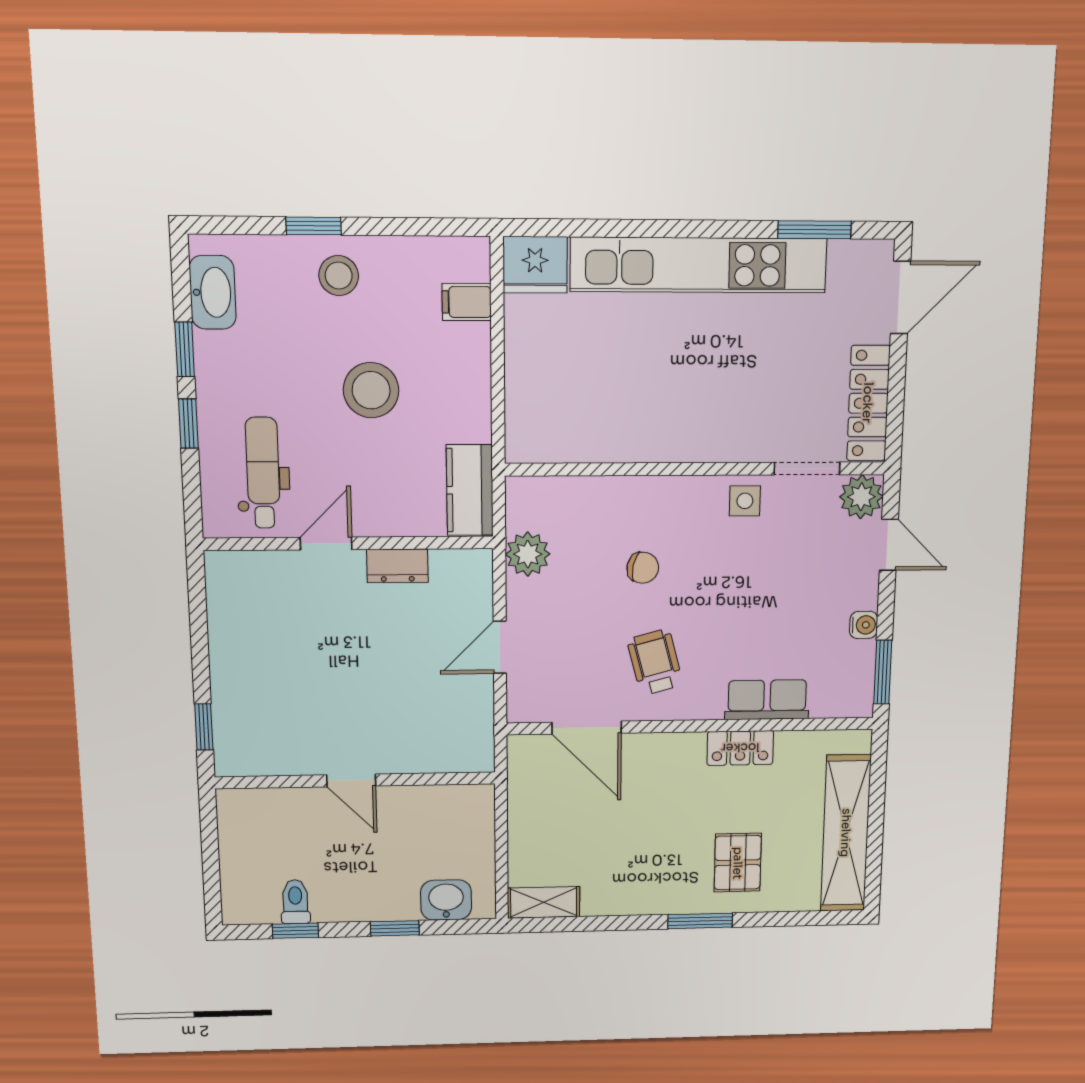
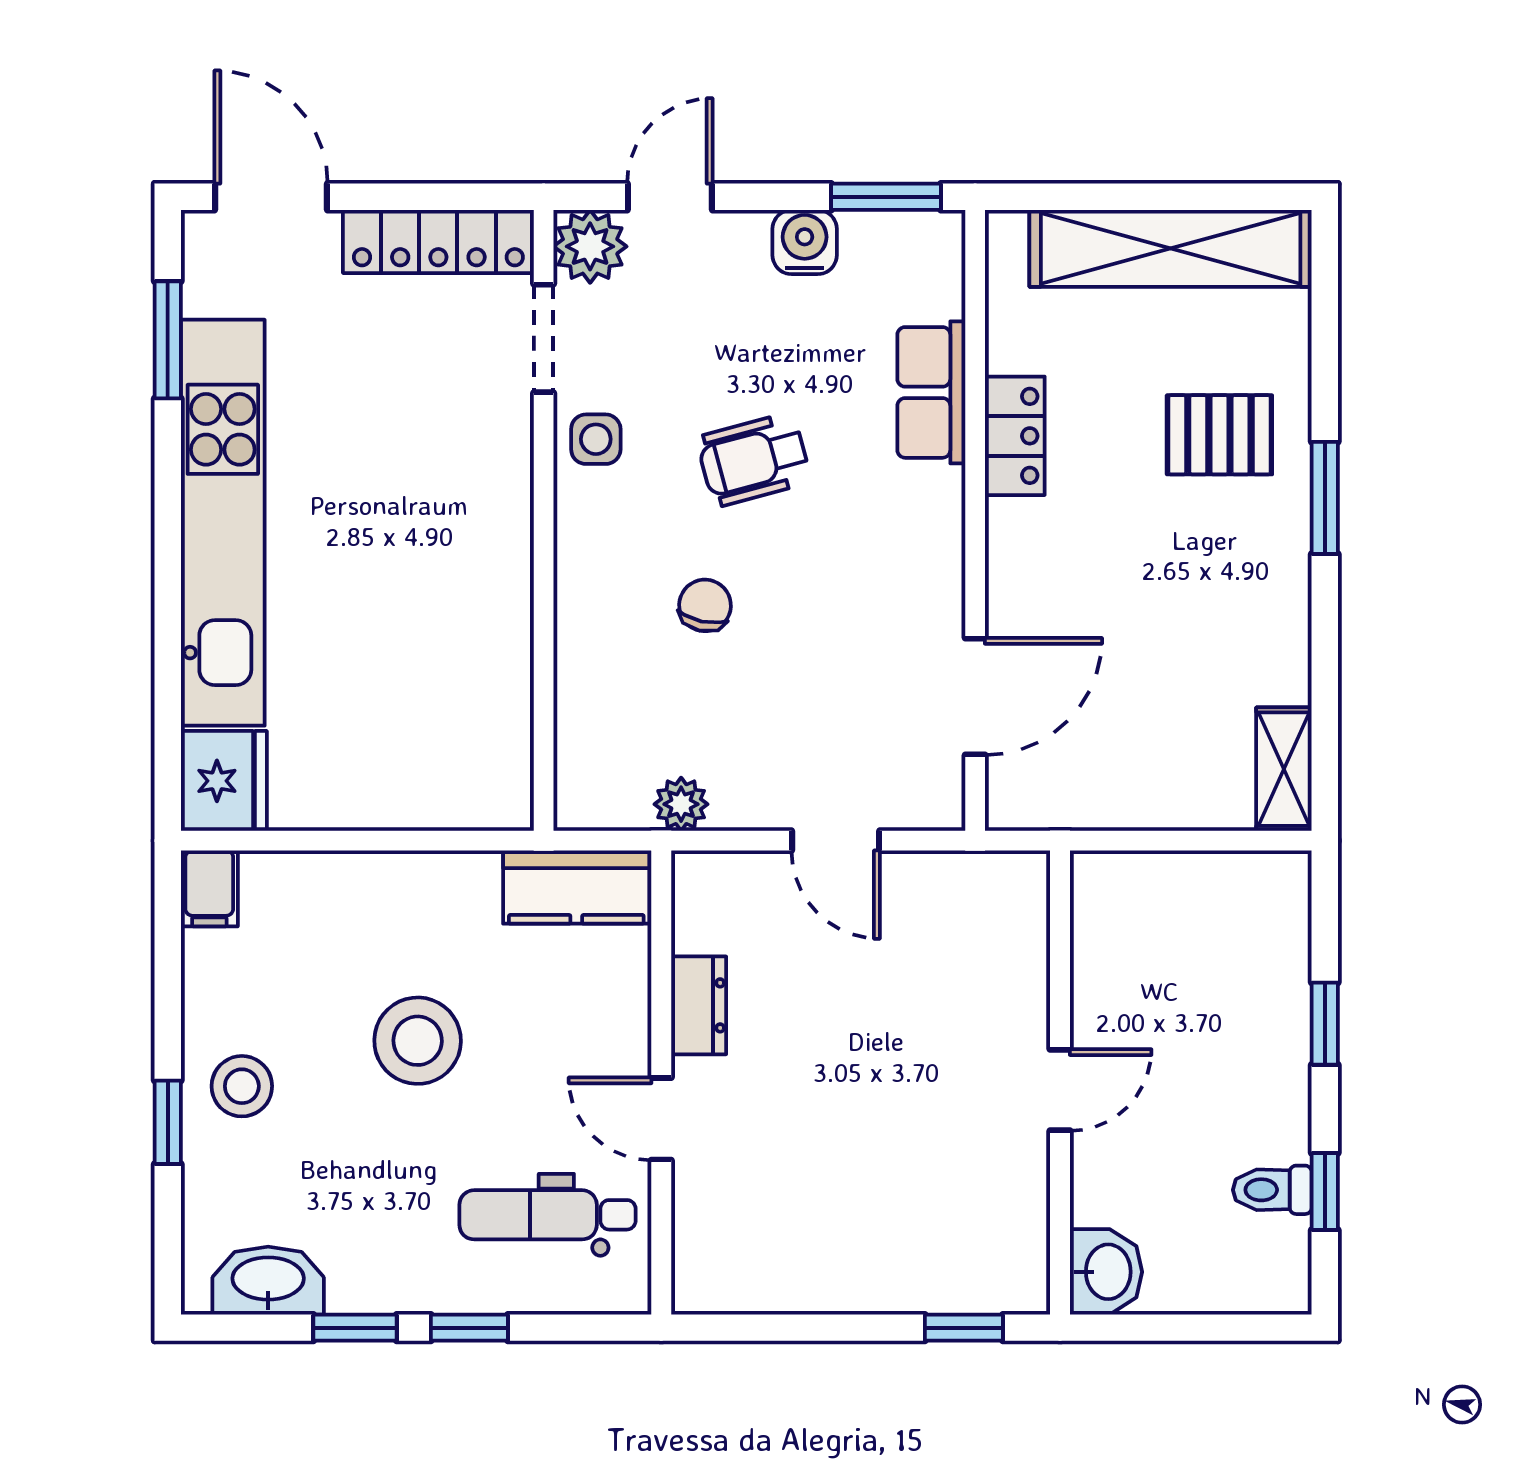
filing cabinet: (467, 302) -> (209, 888), moved
plant: (528, 554) -> (681, 804), width x0.73, depth x0.73
water cooler: (864, 625) -> (805, 242), width x1.38, depth x1.38
wheelchair: (655, 662) -> (754, 460), moved
washbasin: (446, 900) -> (1106, 1272), moved, turned 180

